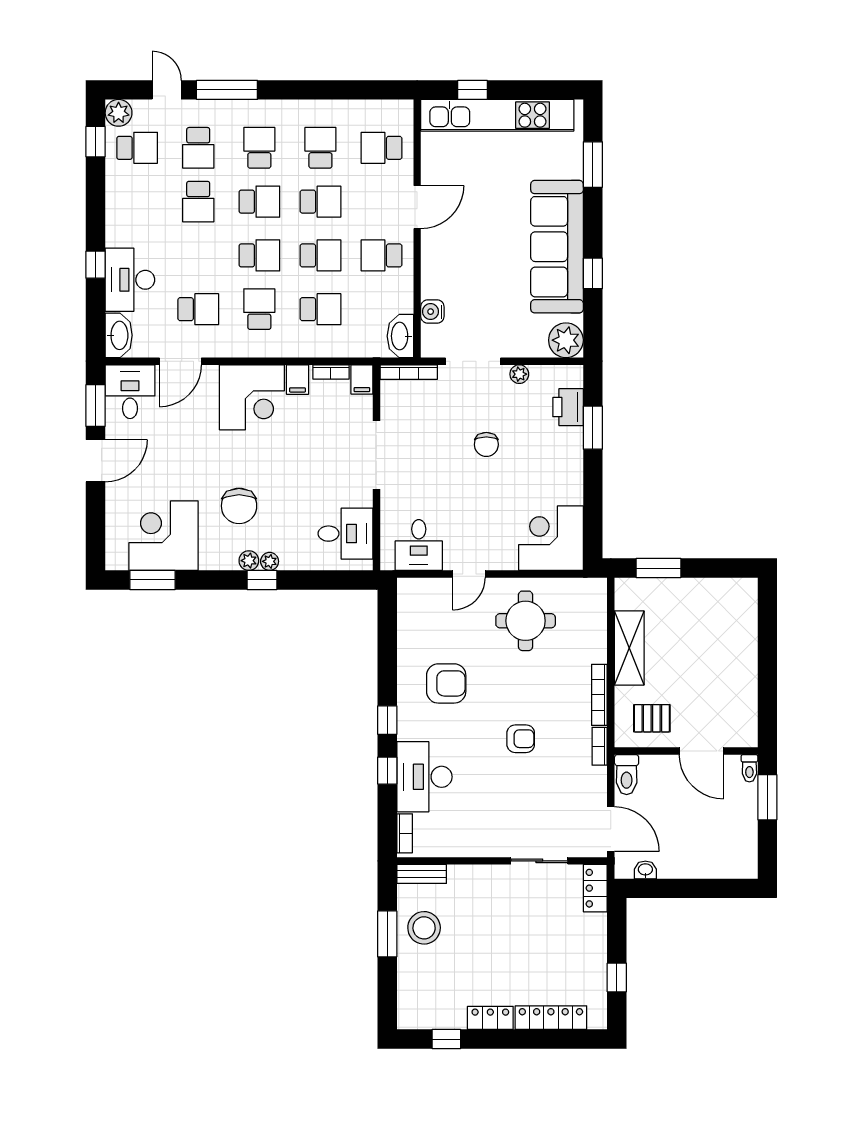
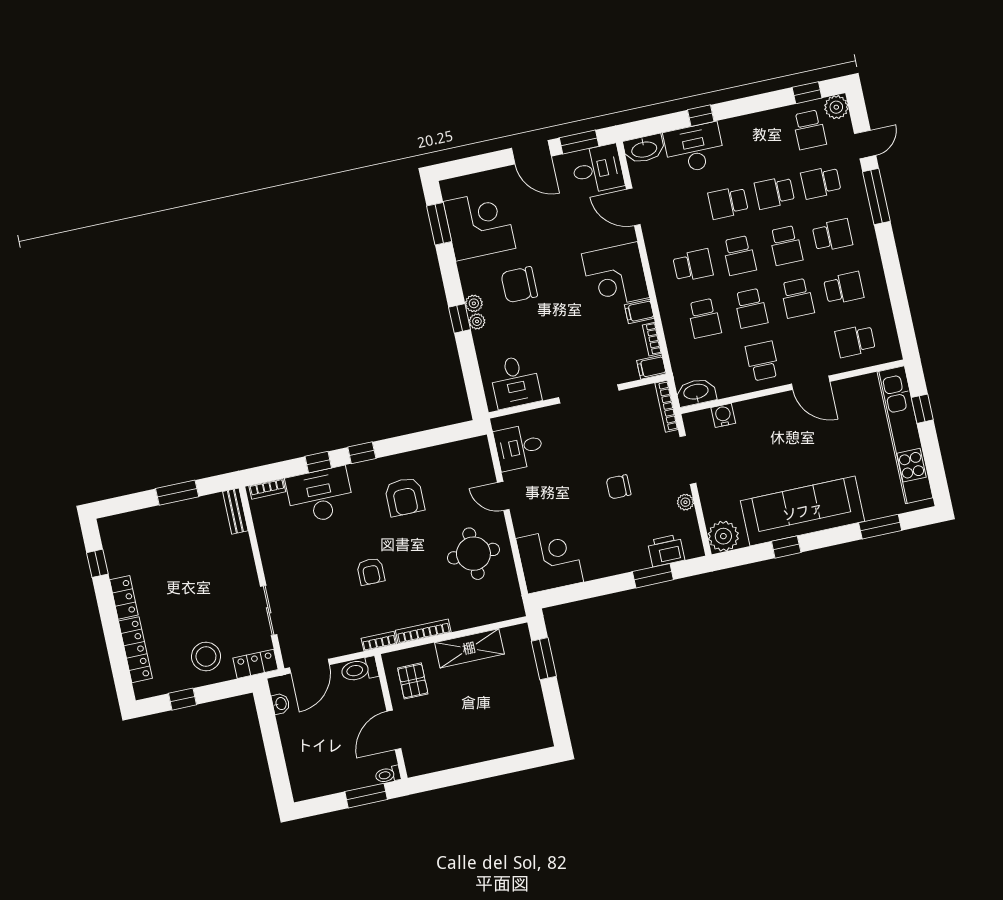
school desk: (382, 148) -> (855, 341), turned -90
school desk: (198, 309) -> (728, 203), moved, turned 90
stool: (424, 928) -> (206, 656), moved

